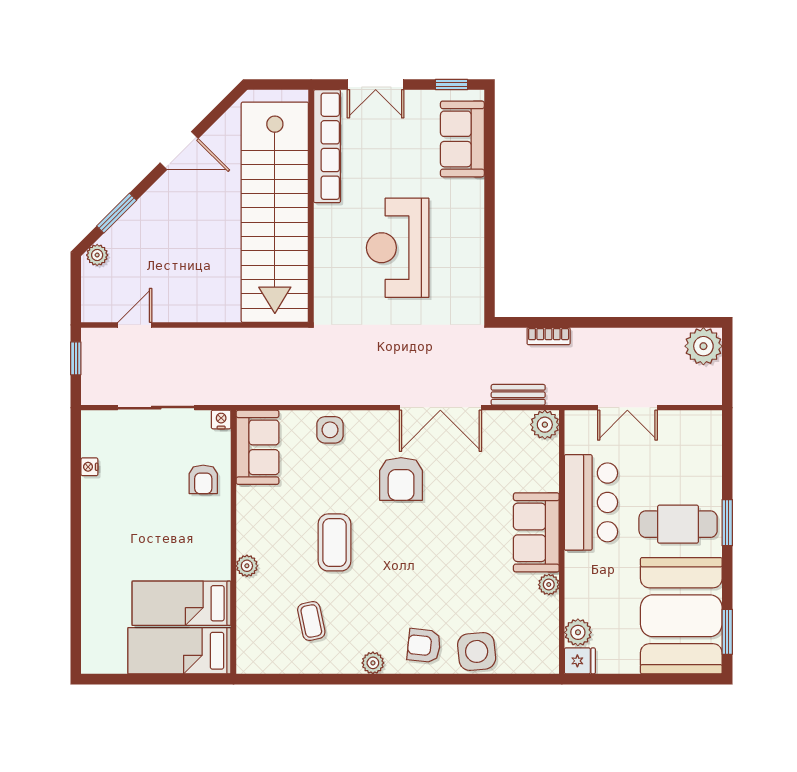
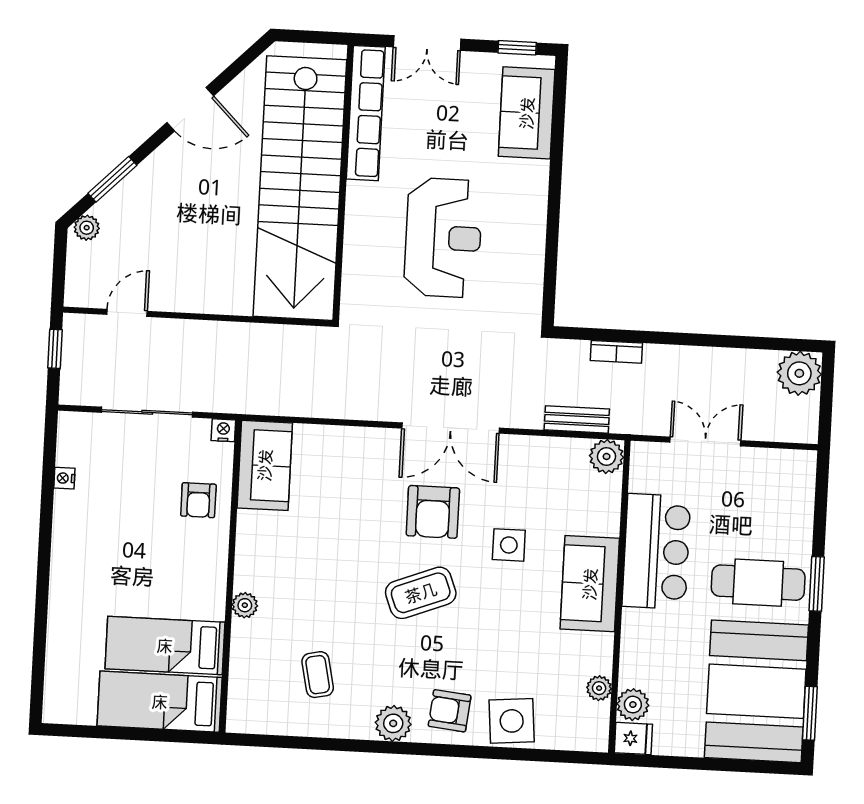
reception desk: (398, 248) -> (443, 238), turned 180
double door: (440, 408) -> (451, 428), moved
double door: (627, 408) -> (705, 441), swing flipped
side table: (330, 430) -> (509, 545), moved
coffee table: (335, 542) -> (421, 593), moved, turned 69
plant: (549, 585) -> (599, 688), moved
plant: (373, 663) -> (393, 723), width x1.38, depth x1.38

